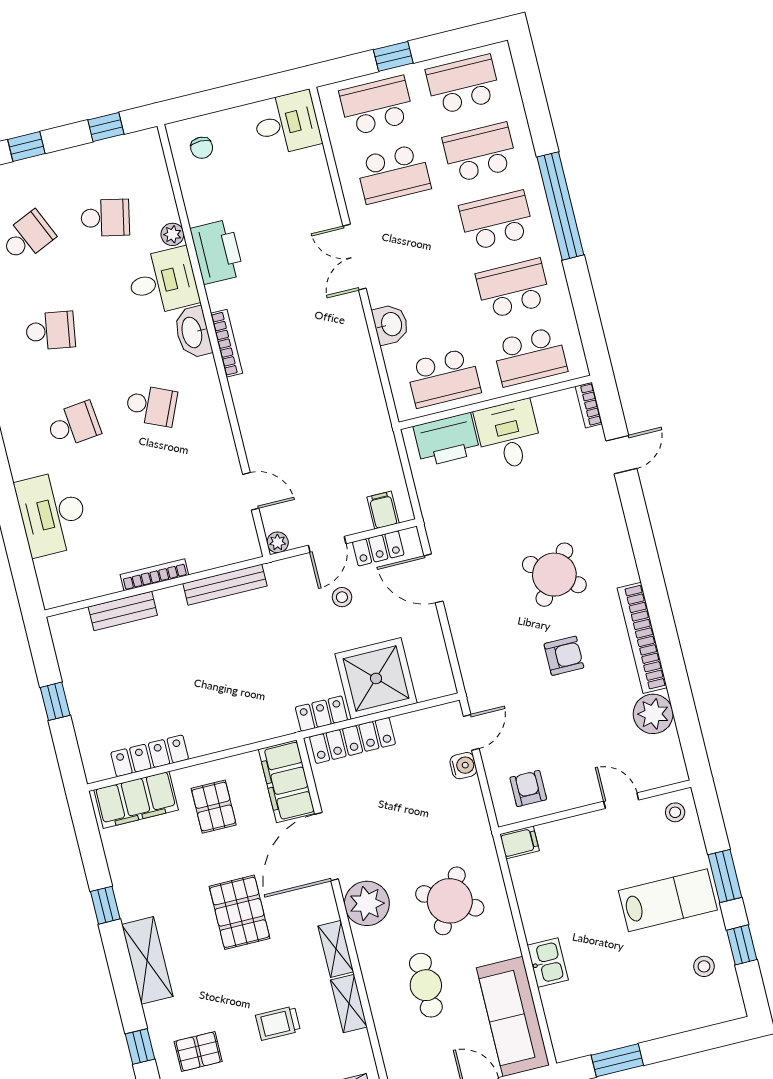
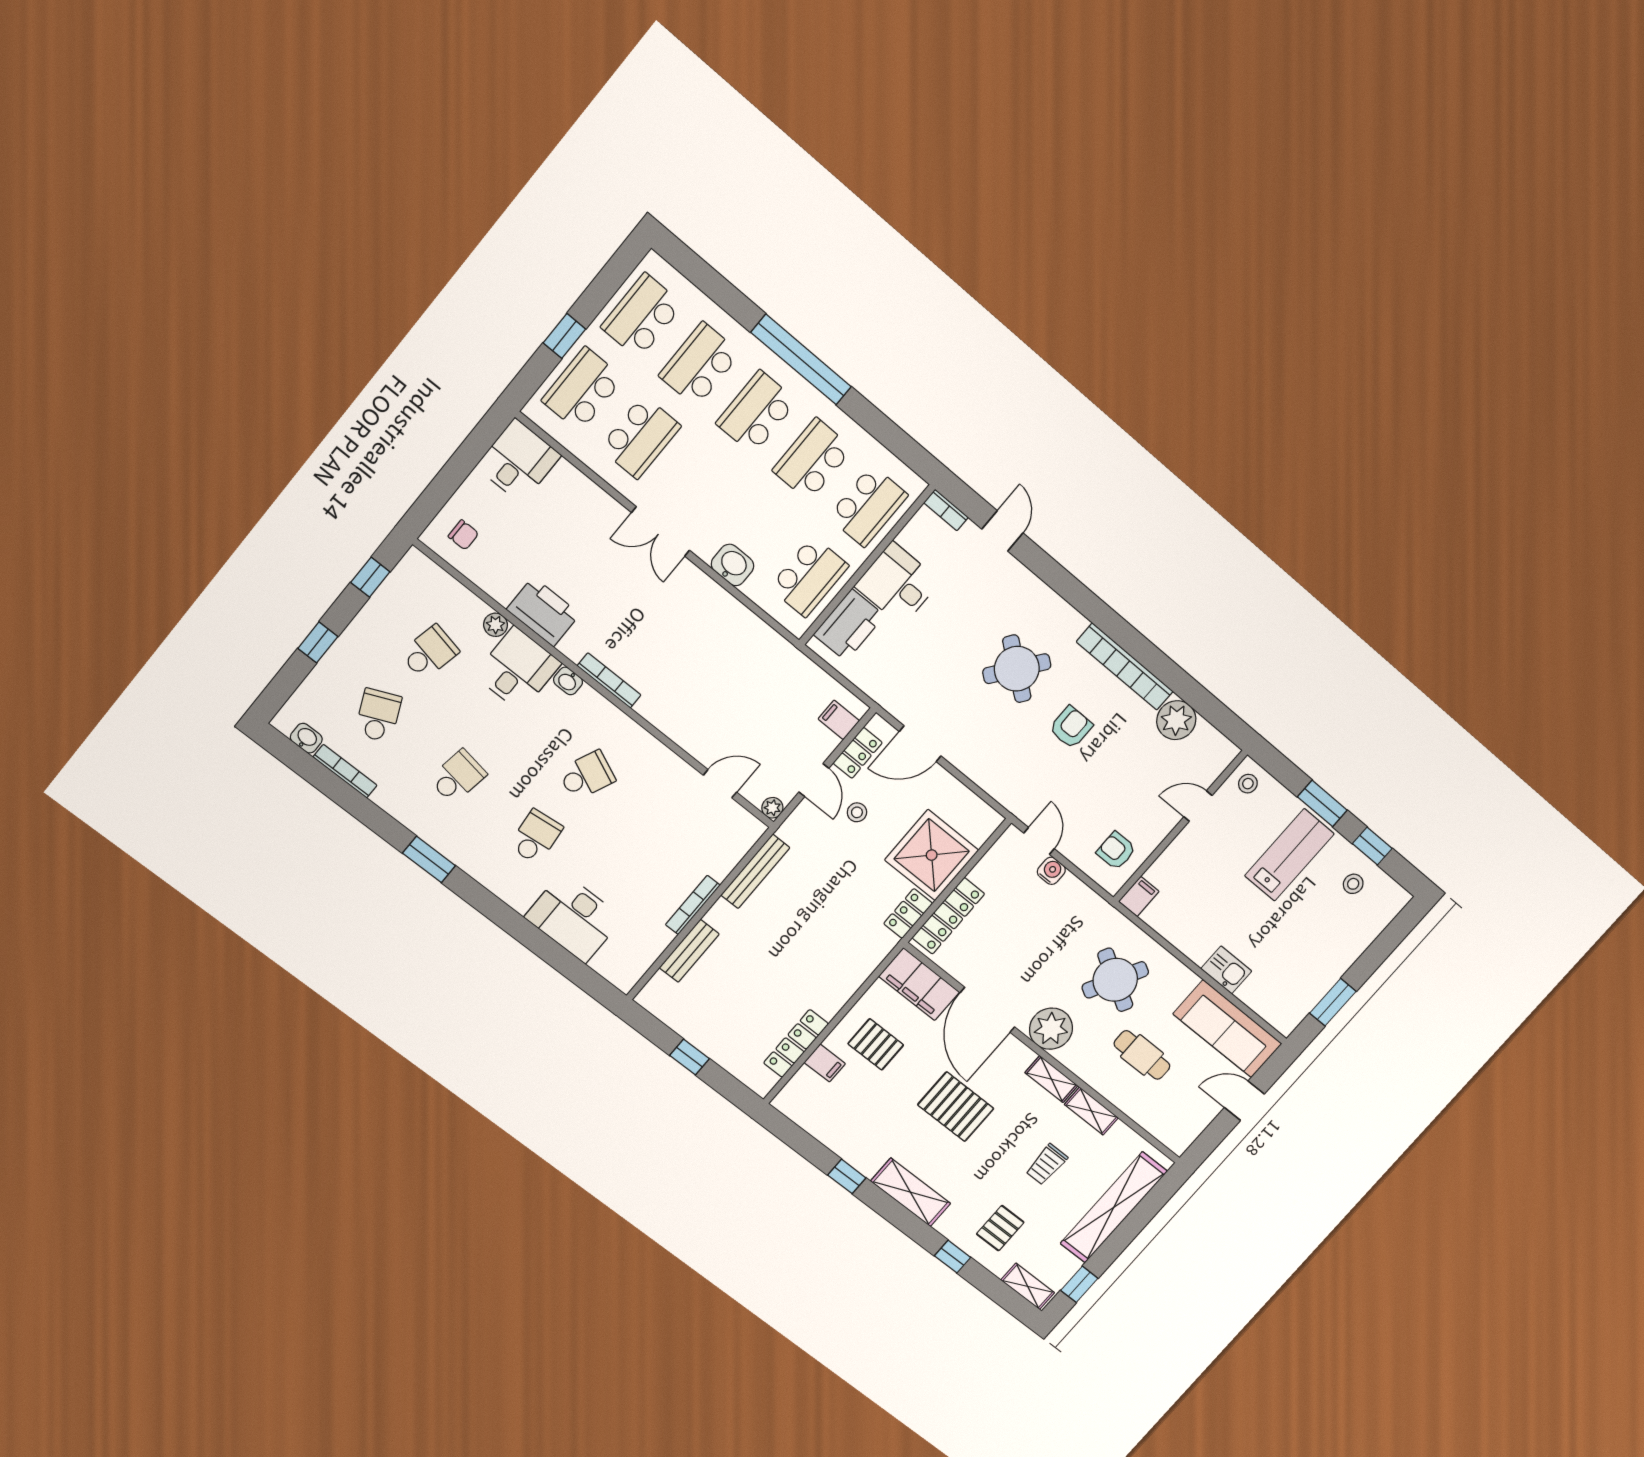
washbasin: (193, 332) -> (568, 681), width x0.52, depth x0.69
filing cabinet: (136, 800) -> (825, 1063), width x0.33, depth x0.86

